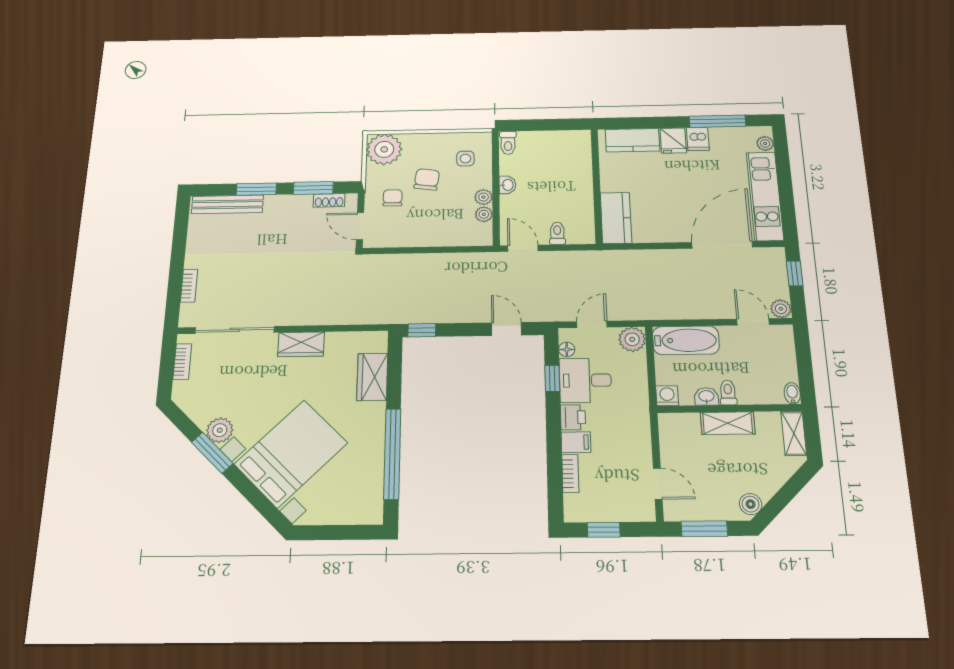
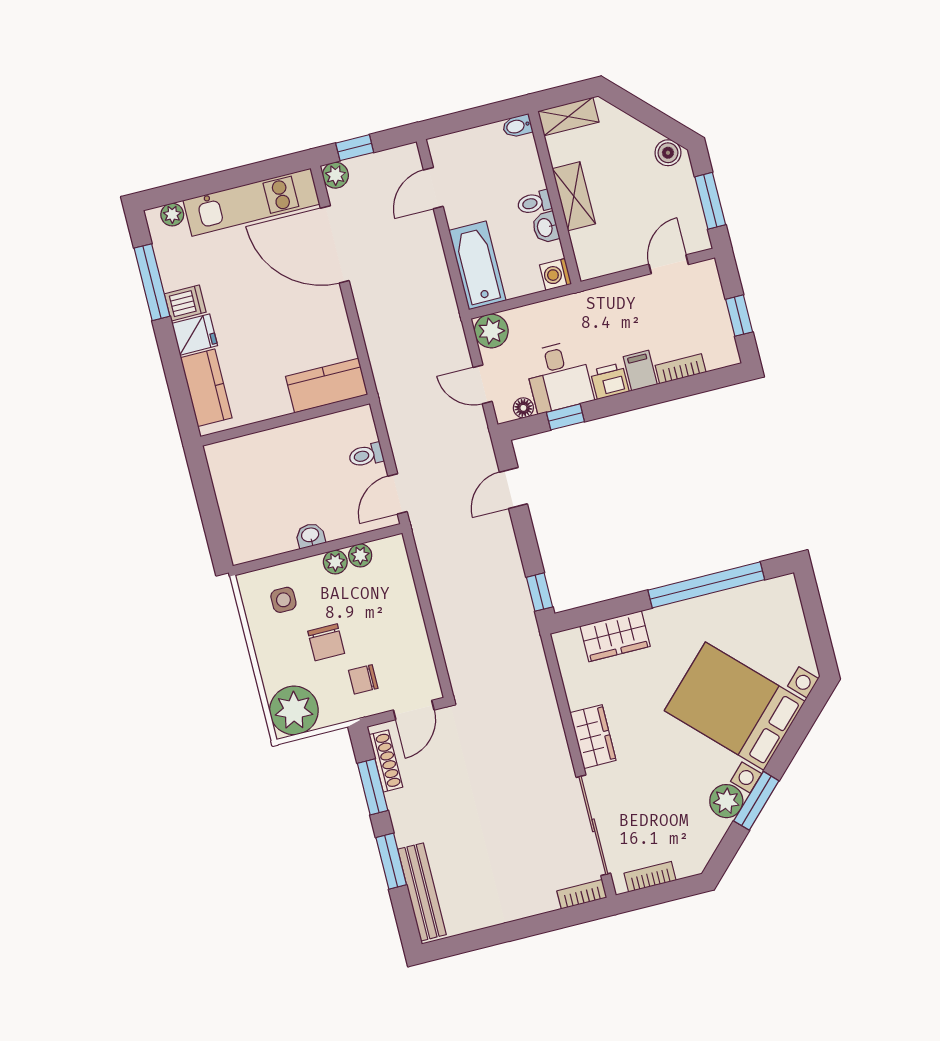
toilet: (508, 143) -> (247, 550), removed
chair: (427, 179) -> (326, 642), turned -98
shoe rack: (329, 200) -> (386, 761), width x1.43
bookcase: (189, 286) -> (582, 894), moved
plant: (781, 309) -> (335, 175), moved

